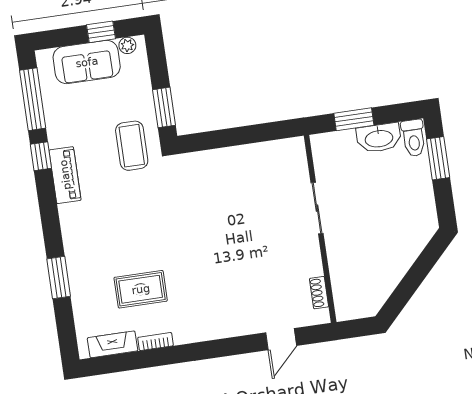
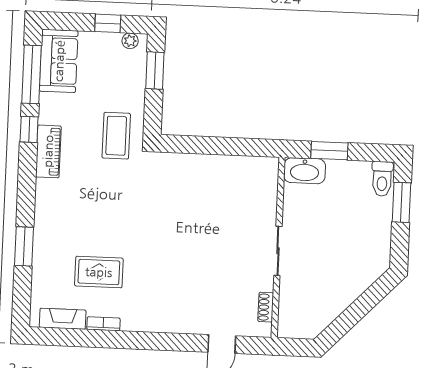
sofa: (87, 62) -> (59, 61), moved, turned -90
window: (164, 107) -> (155, 71), moved
washbasin: (379, 138) -> (305, 171), moved
sliding door: (317, 208) -> (278, 251), moved

